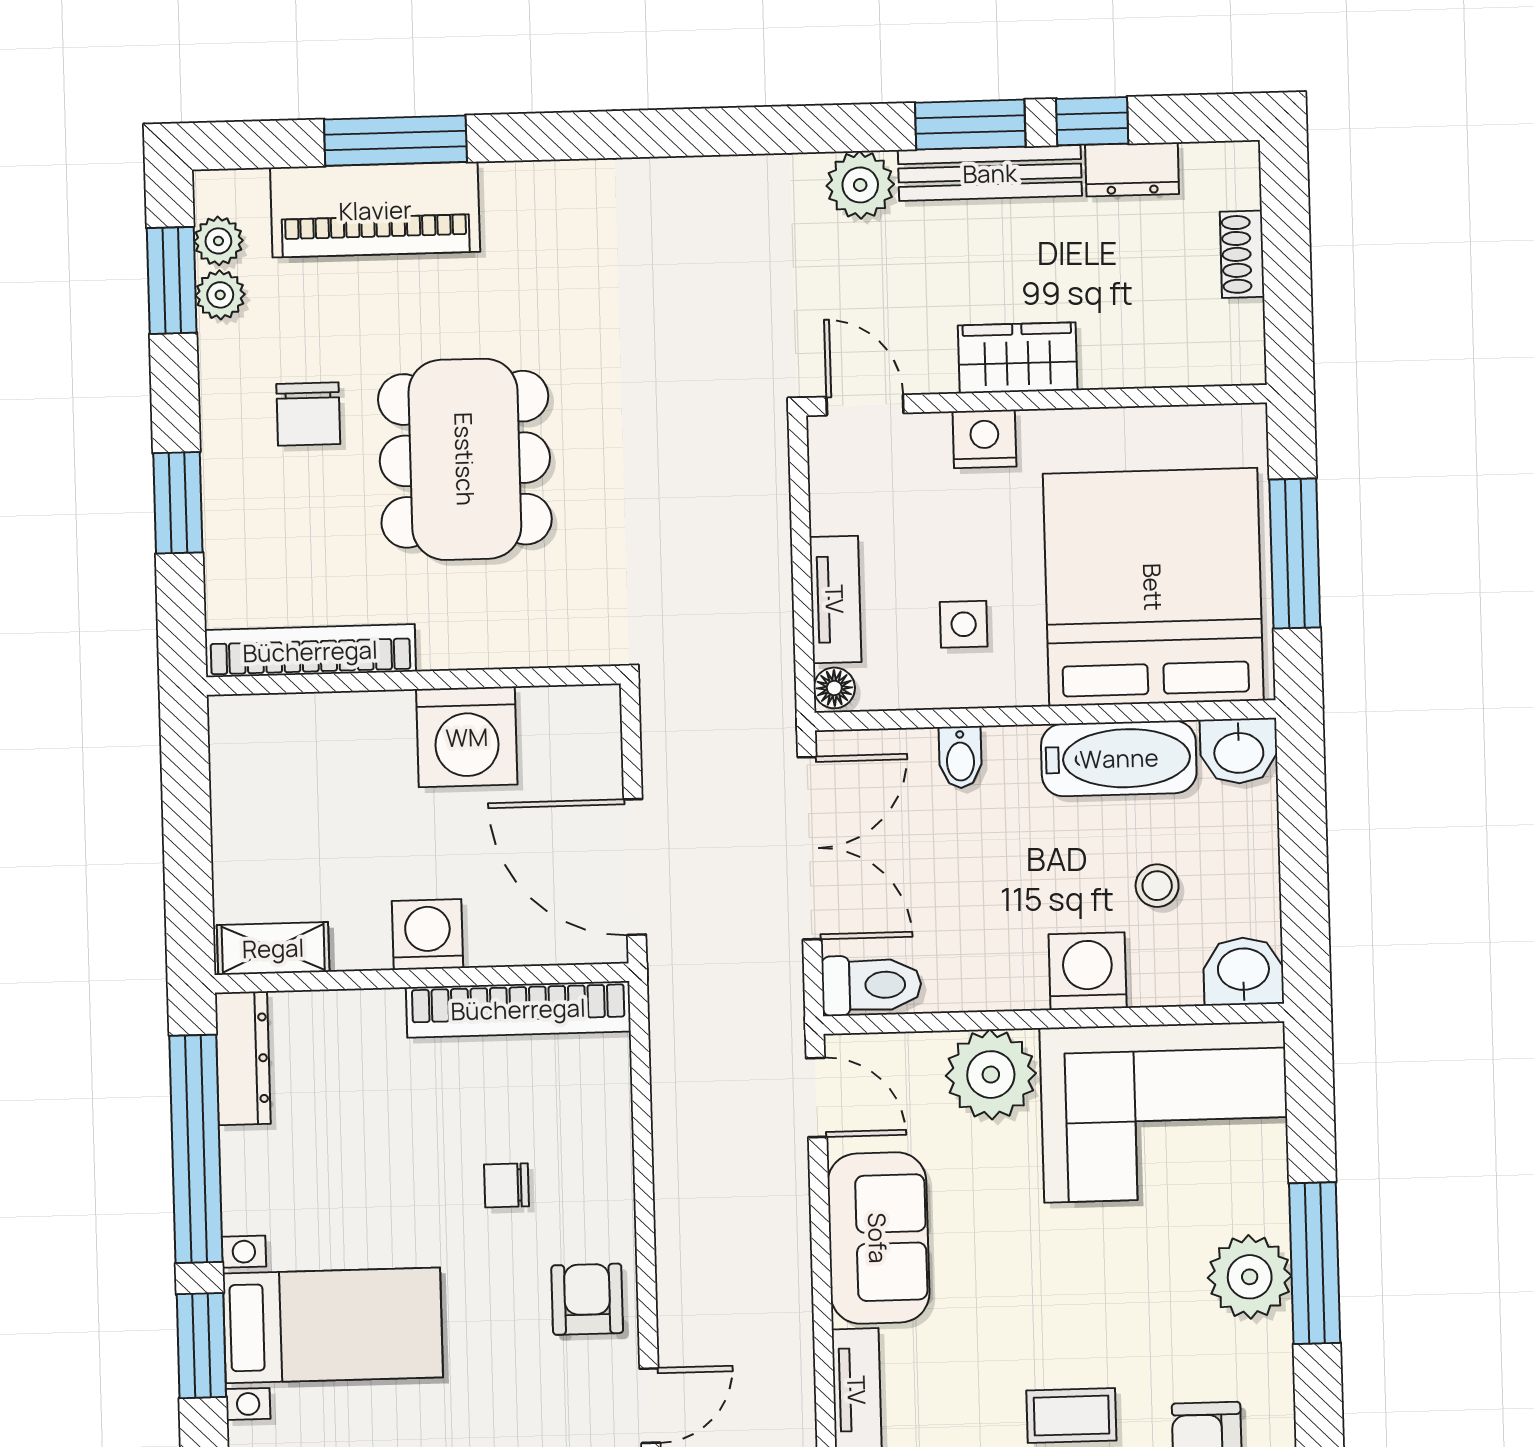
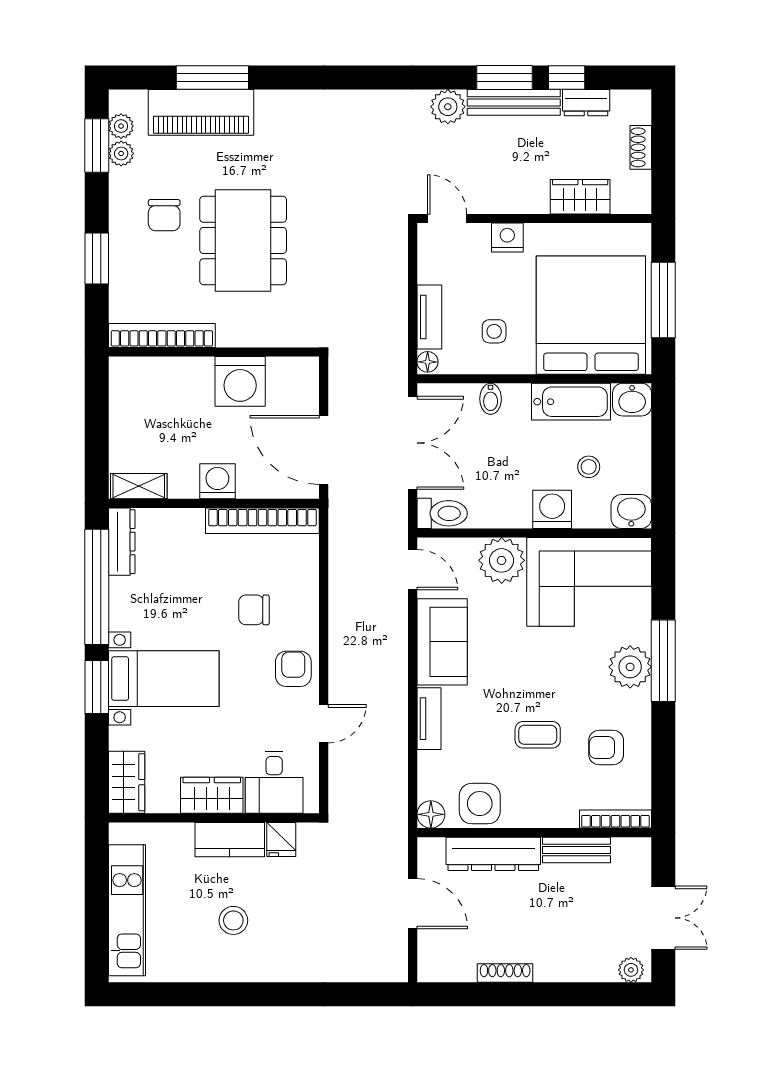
wardrobe: (1018, 358) -> (580, 197), moved
chair: (507, 1185) -> (254, 610), width x1.37, depth x1.37

